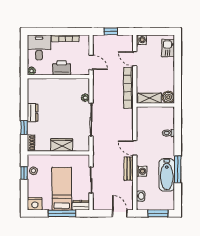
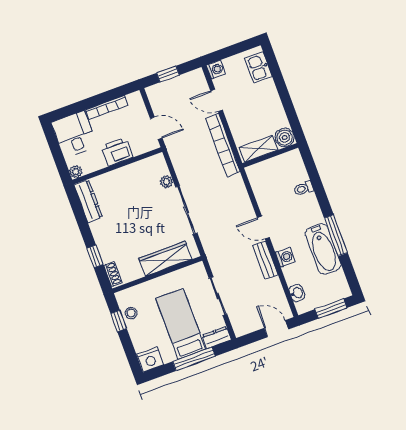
dresser: (33, 113) -> (88, 201), moved, width x1.44
wardrobe: (62, 145) -> (165, 259), width x1.50

